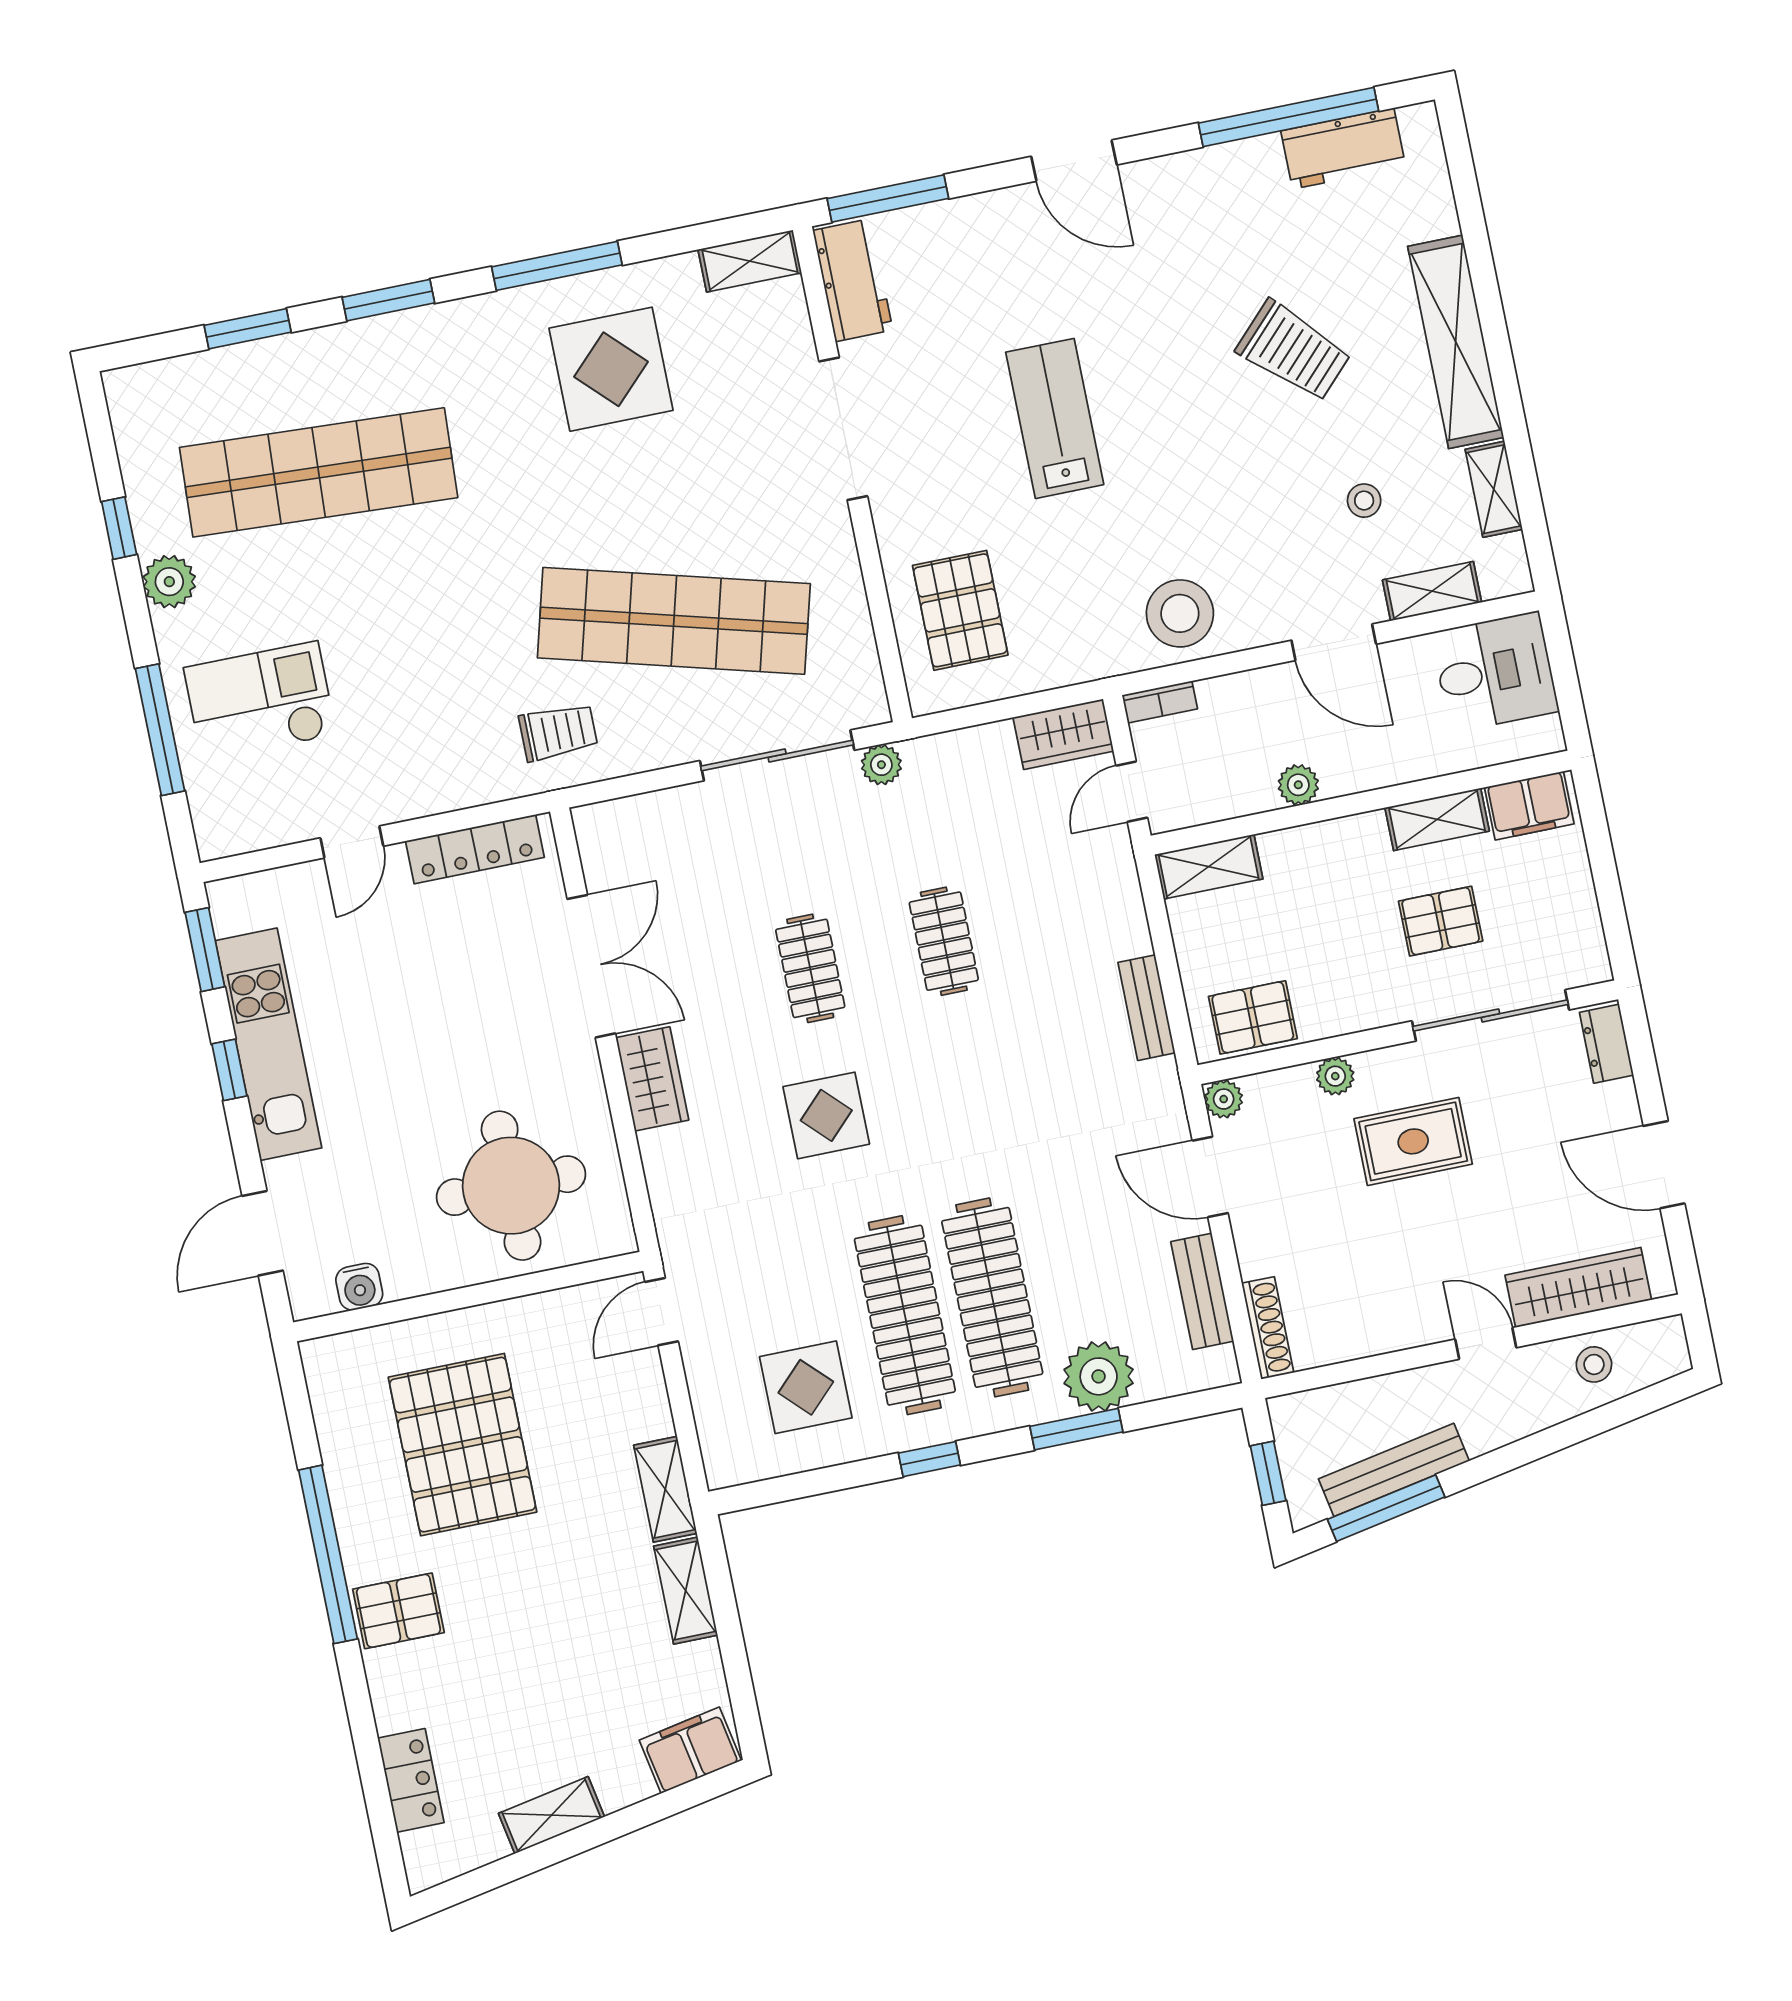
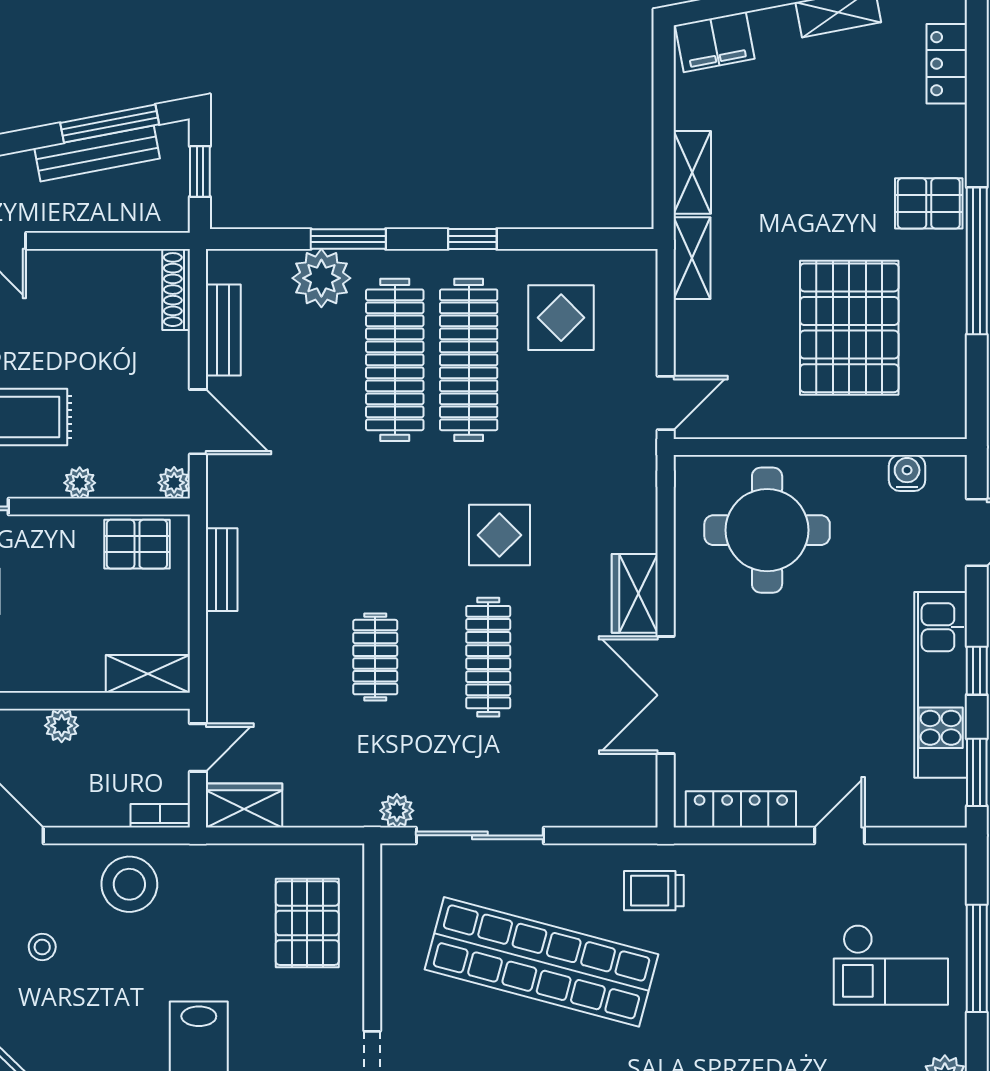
stool: (1268, 518) -> (42, 947), added
clothes rail: (810, 968) -> (488, 657), width x1.36

